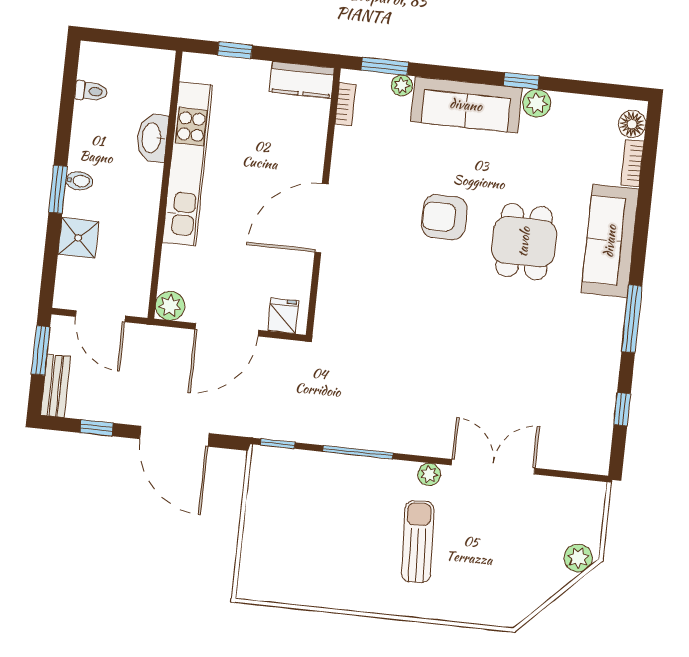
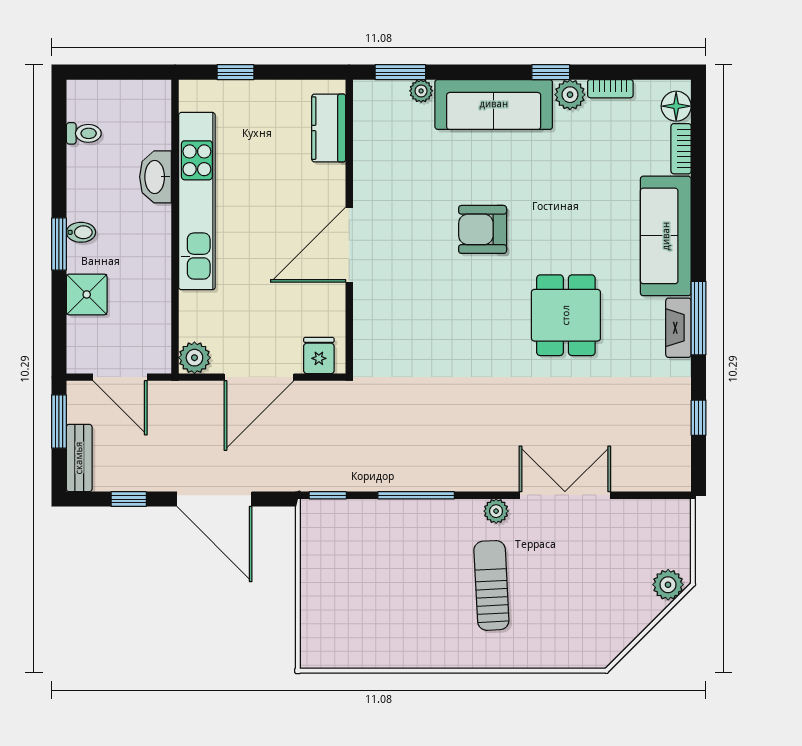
kitchen counter: (302, 80) -> (329, 128), moved, turned 90
bookcase: (345, 104) -> (610, 89), moved, turned 90
dining table: (524, 242) -> (566, 315), moved
fireplace: (613, 326) -> (678, 328), added

